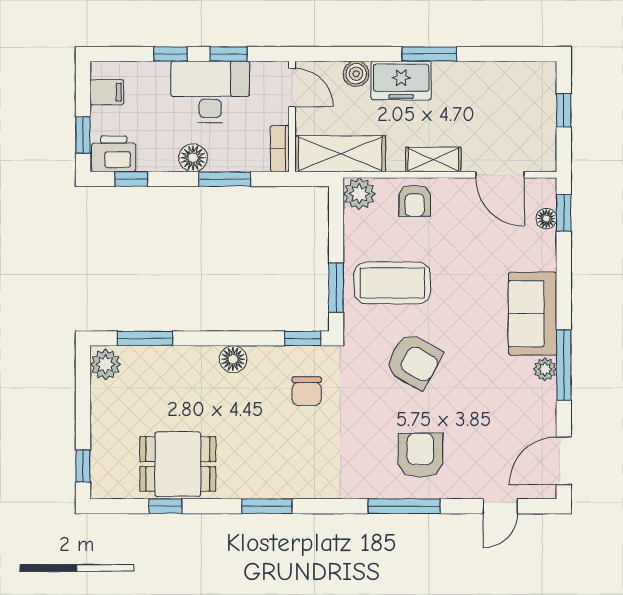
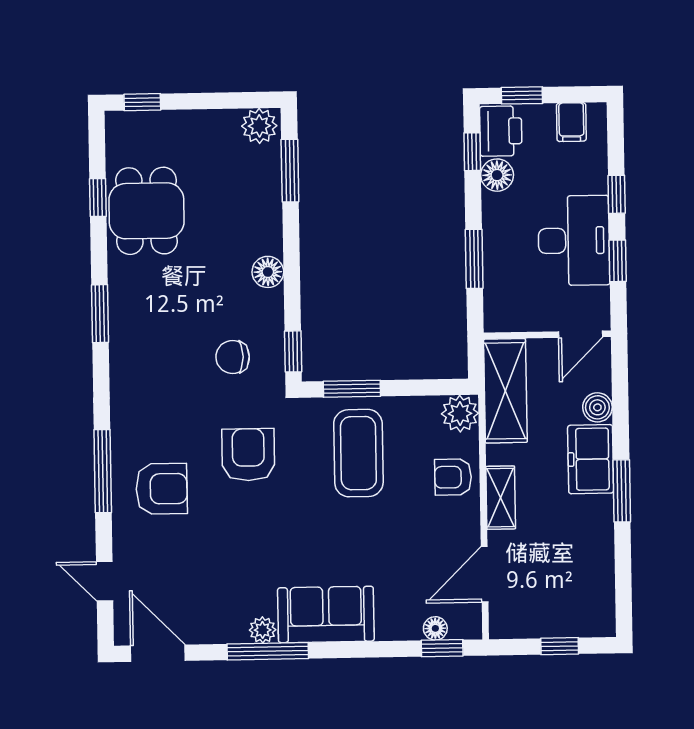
bookcase: (280, 149) -> (510, 321), removed
floor lamp: (193, 158) -> (497, 175), moved
armchair: (414, 361) -> (248, 455), moved, turned 151

